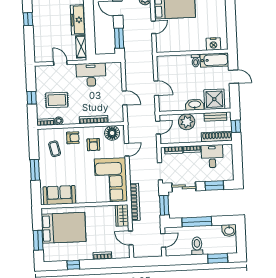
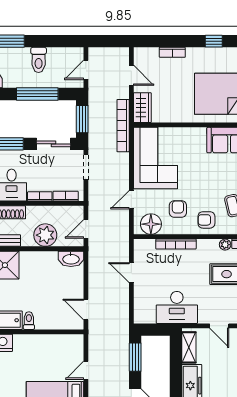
door: (156, 88) -> (86, 309), moved
washbasin: (195, 105) -> (71, 259), moved

